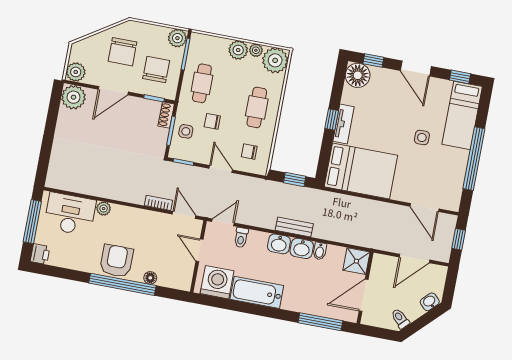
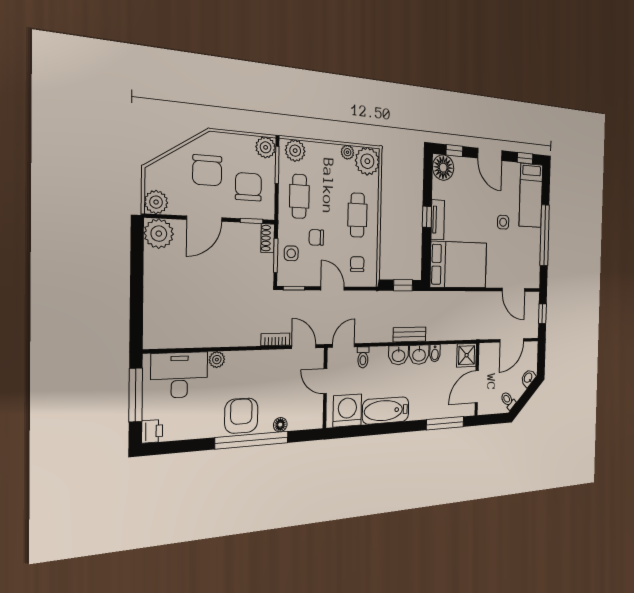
plant: (238, 50) -> (295, 151), moved
chair: (249, 152) -> (357, 264), turned 90

